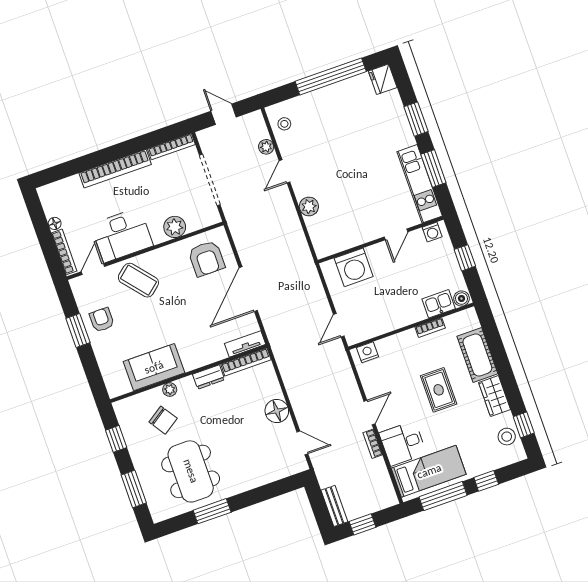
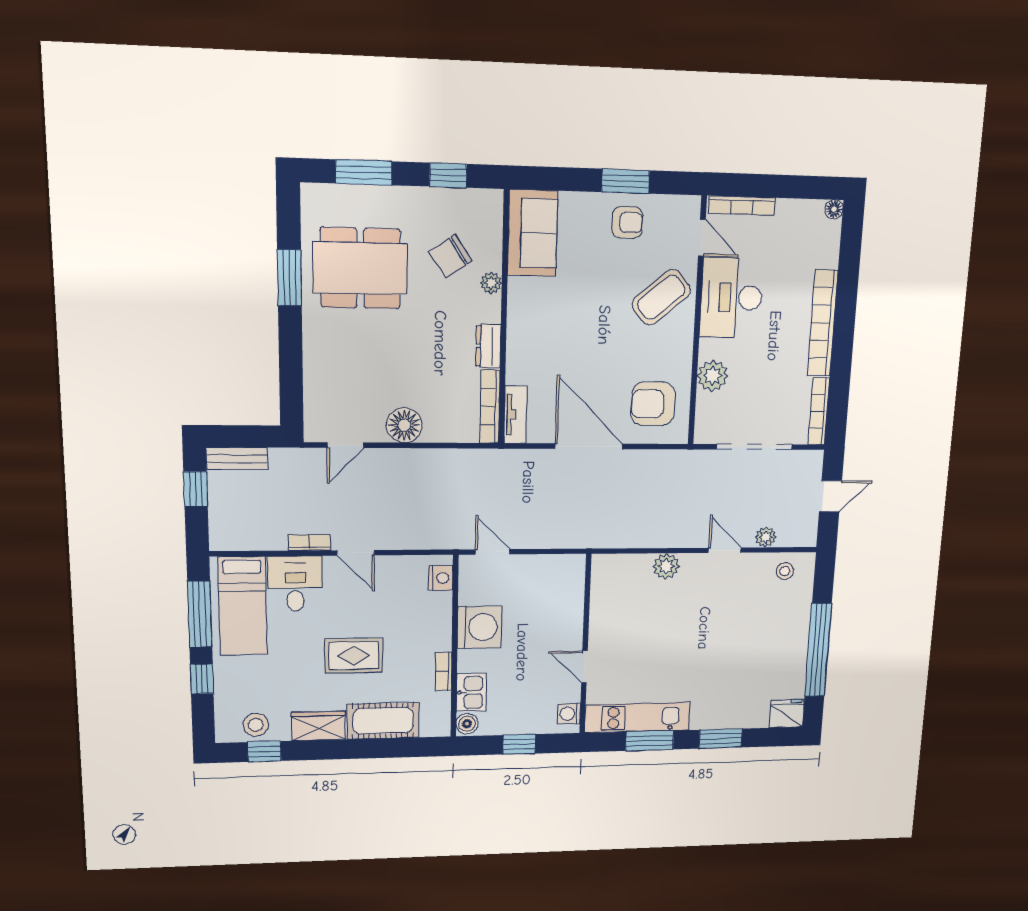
floor lamp: (55, 223) -> (834, 209), moved
washing machine: (354, 267) -> (480, 627), moved, turned 180
sofa: (154, 367) -> (533, 233), moved

